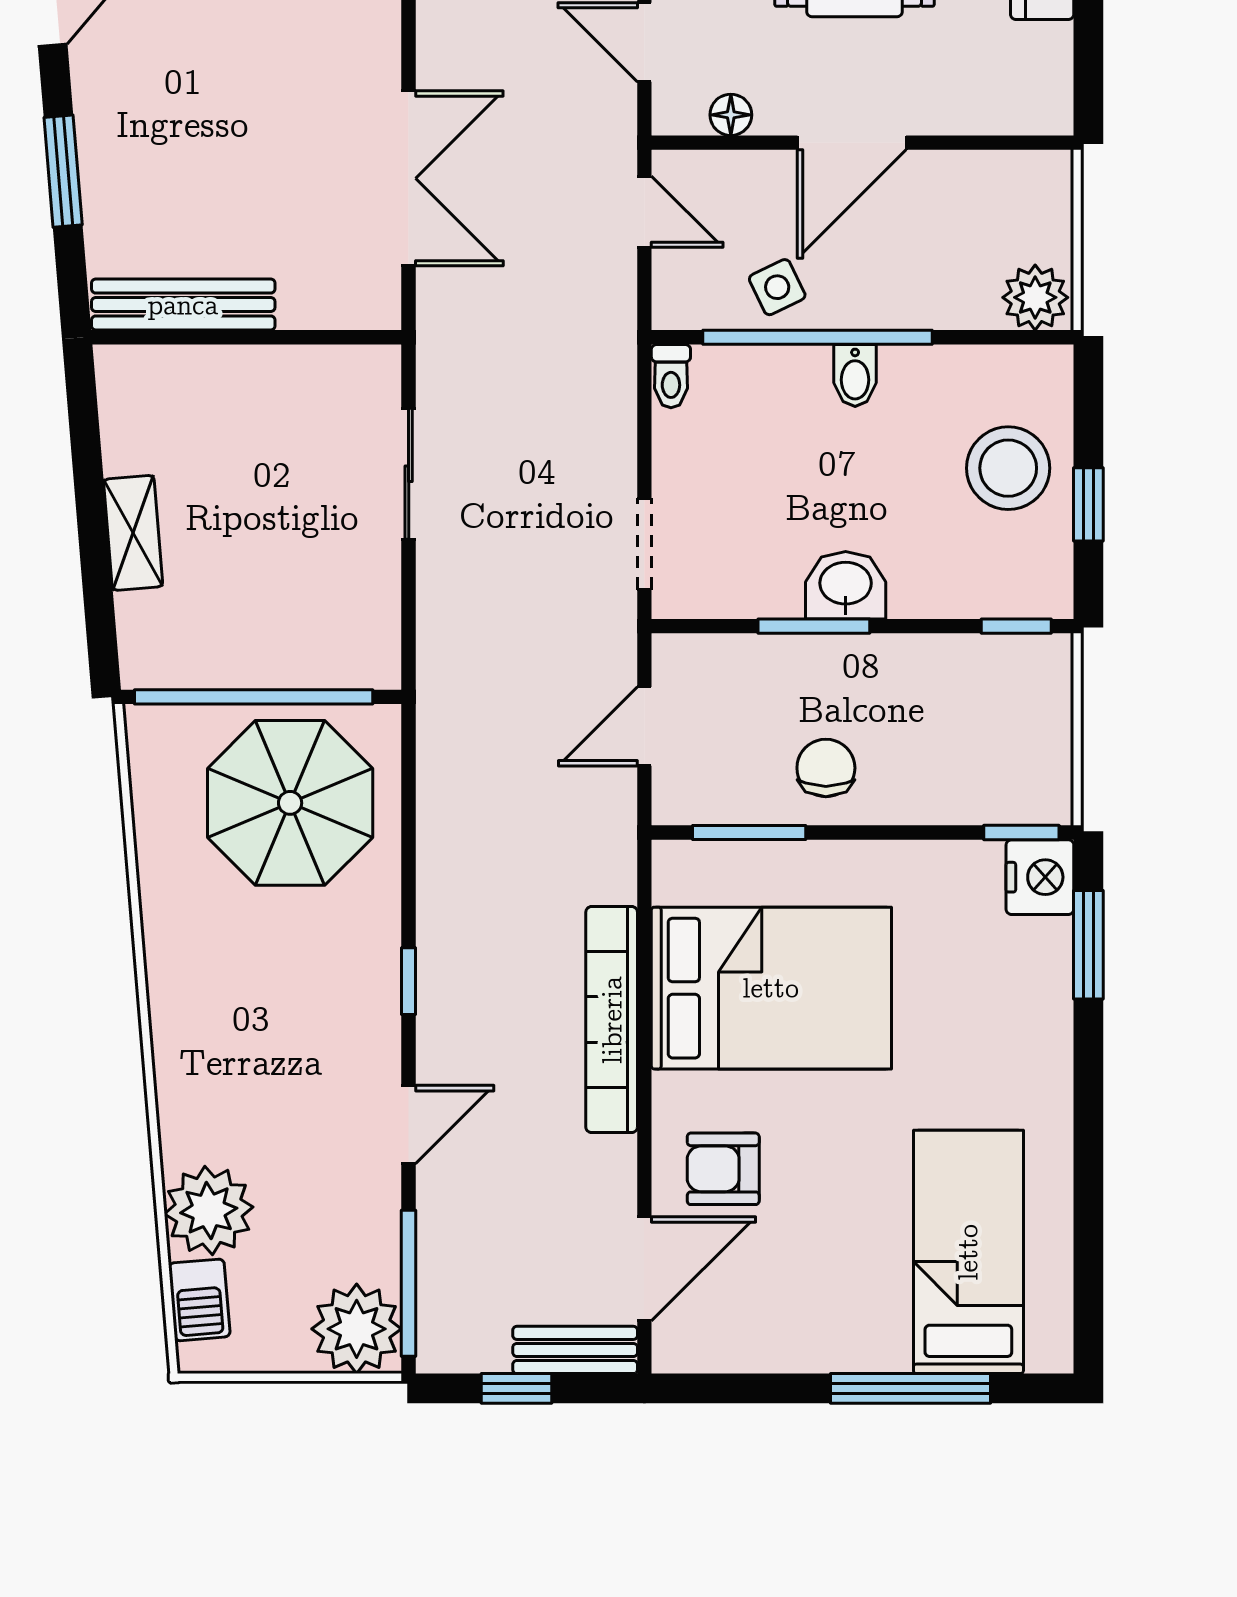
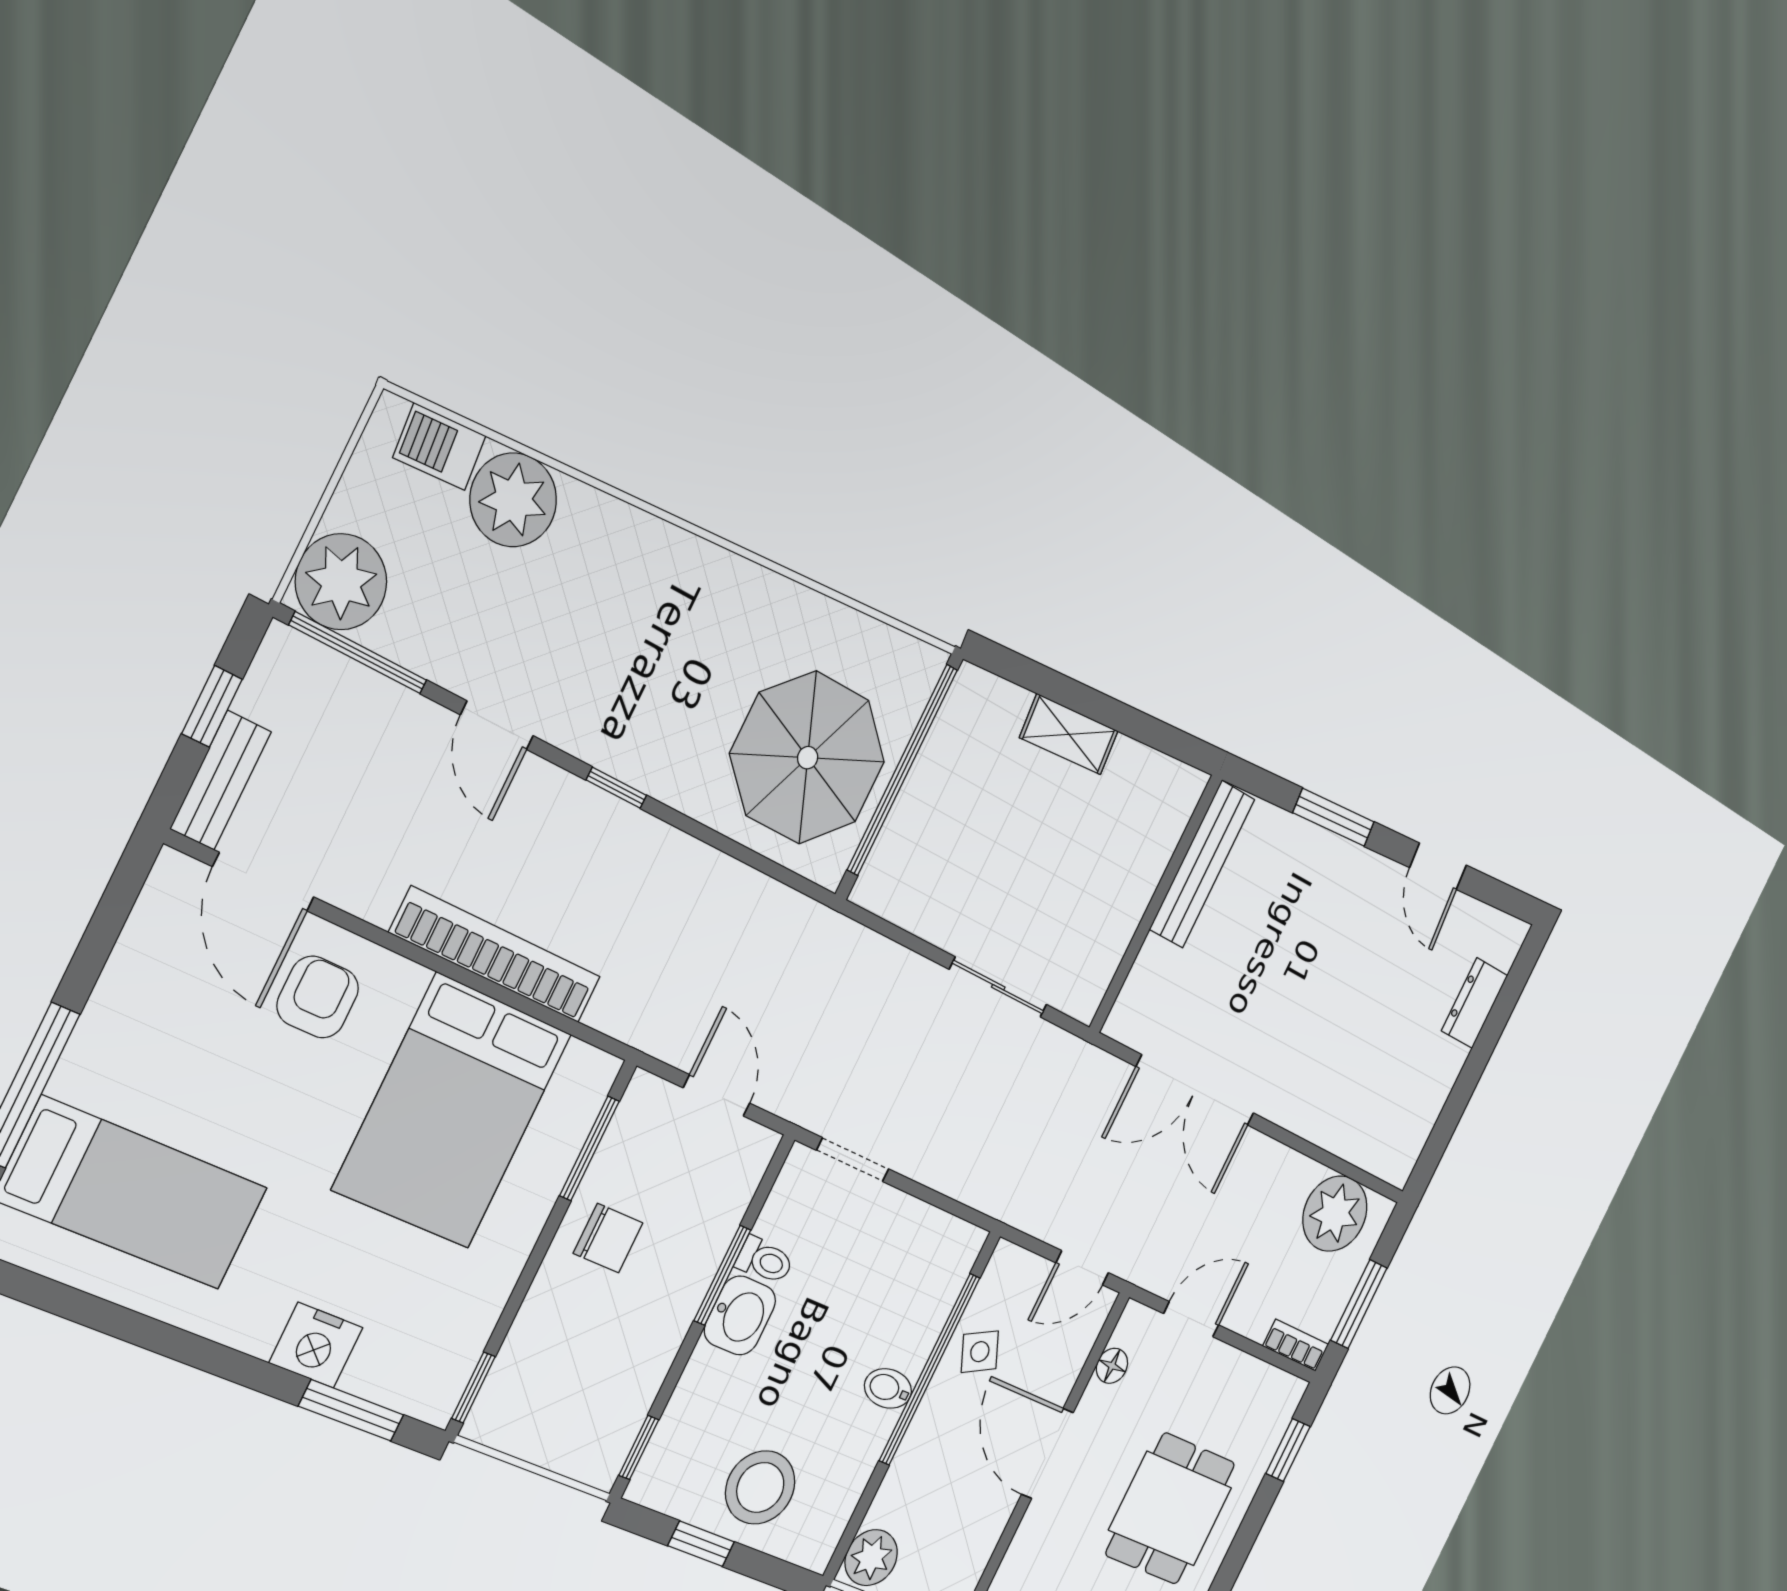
toilet: (671, 376) -> (765, 1261), moved, turned 180
nightstand: (1040, 877) -> (316, 1345), moved

